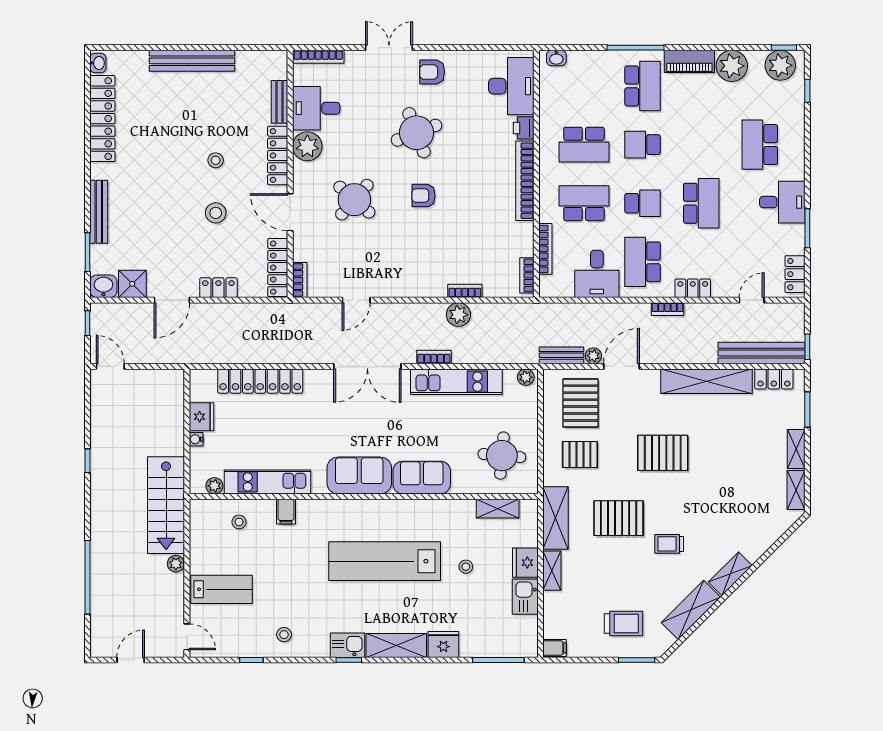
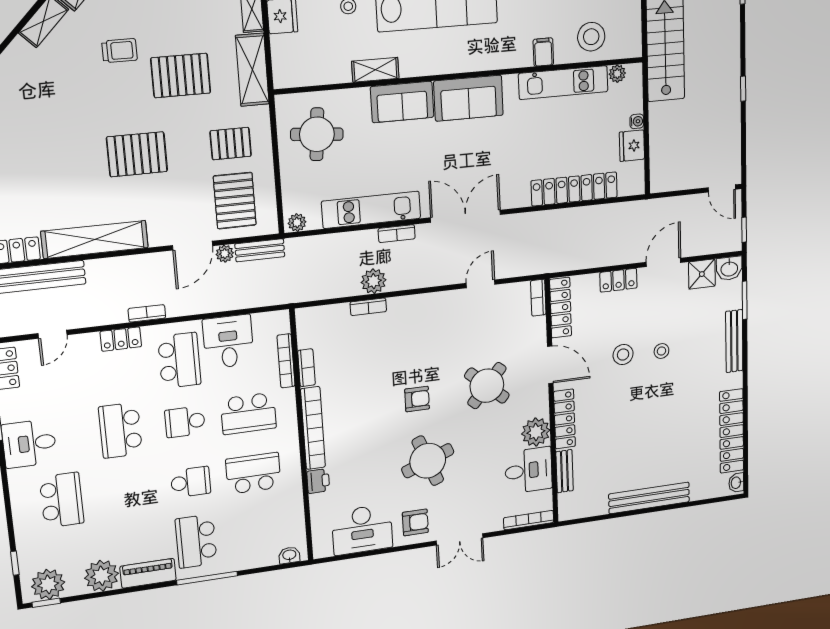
desk: (511, 86) -> (362, 530), moved, turned -90
stool: (216, 160) -> (661, 351), moved
bookcase: (527, 275) -> (306, 368), moved
shelving: (498, 509) -> (375, 70), moved
stool: (239, 522) -> (591, 37), width x1.89, depth x1.89

